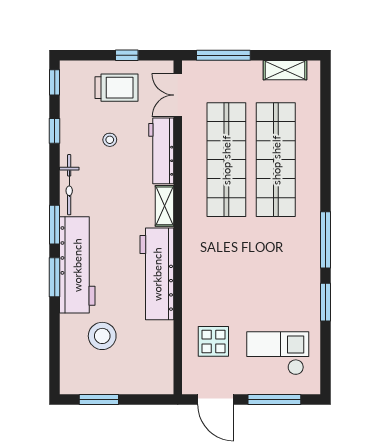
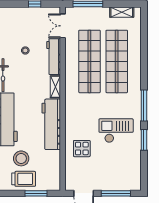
trolley: (117, 88) -> (24, 179), moved
display table: (213, 341) -> (82, 149), moved
checkout: (278, 353) -> (116, 131), moved
window: (99, 399) -> (36, 193), moved

